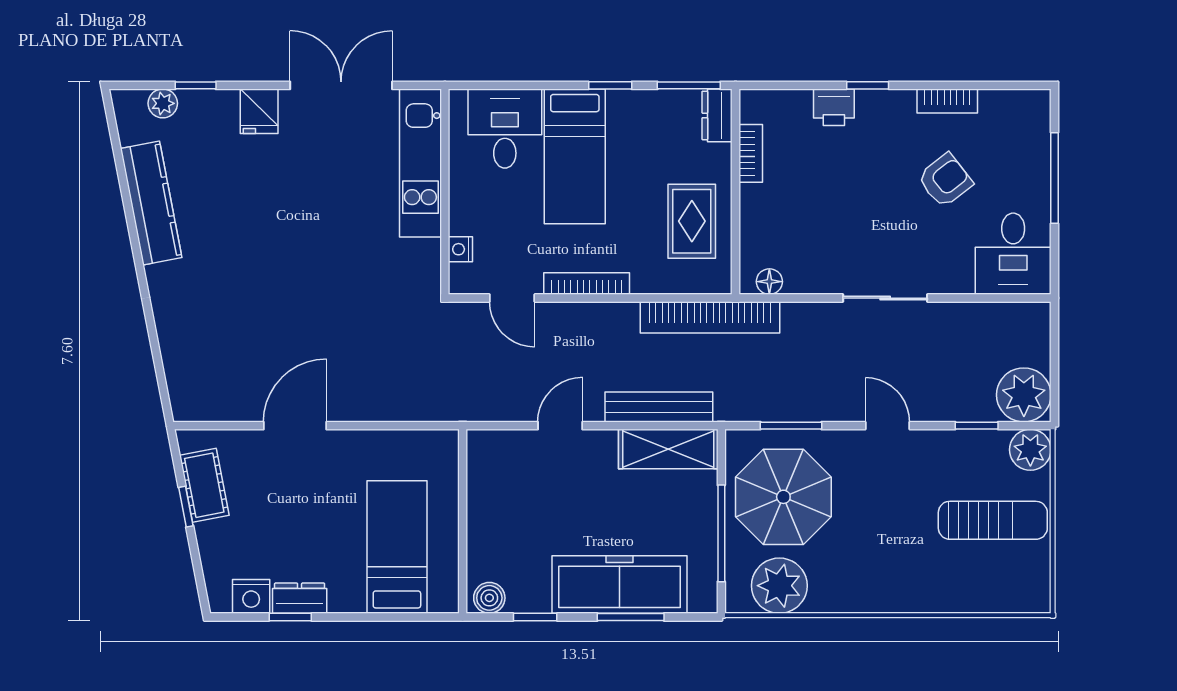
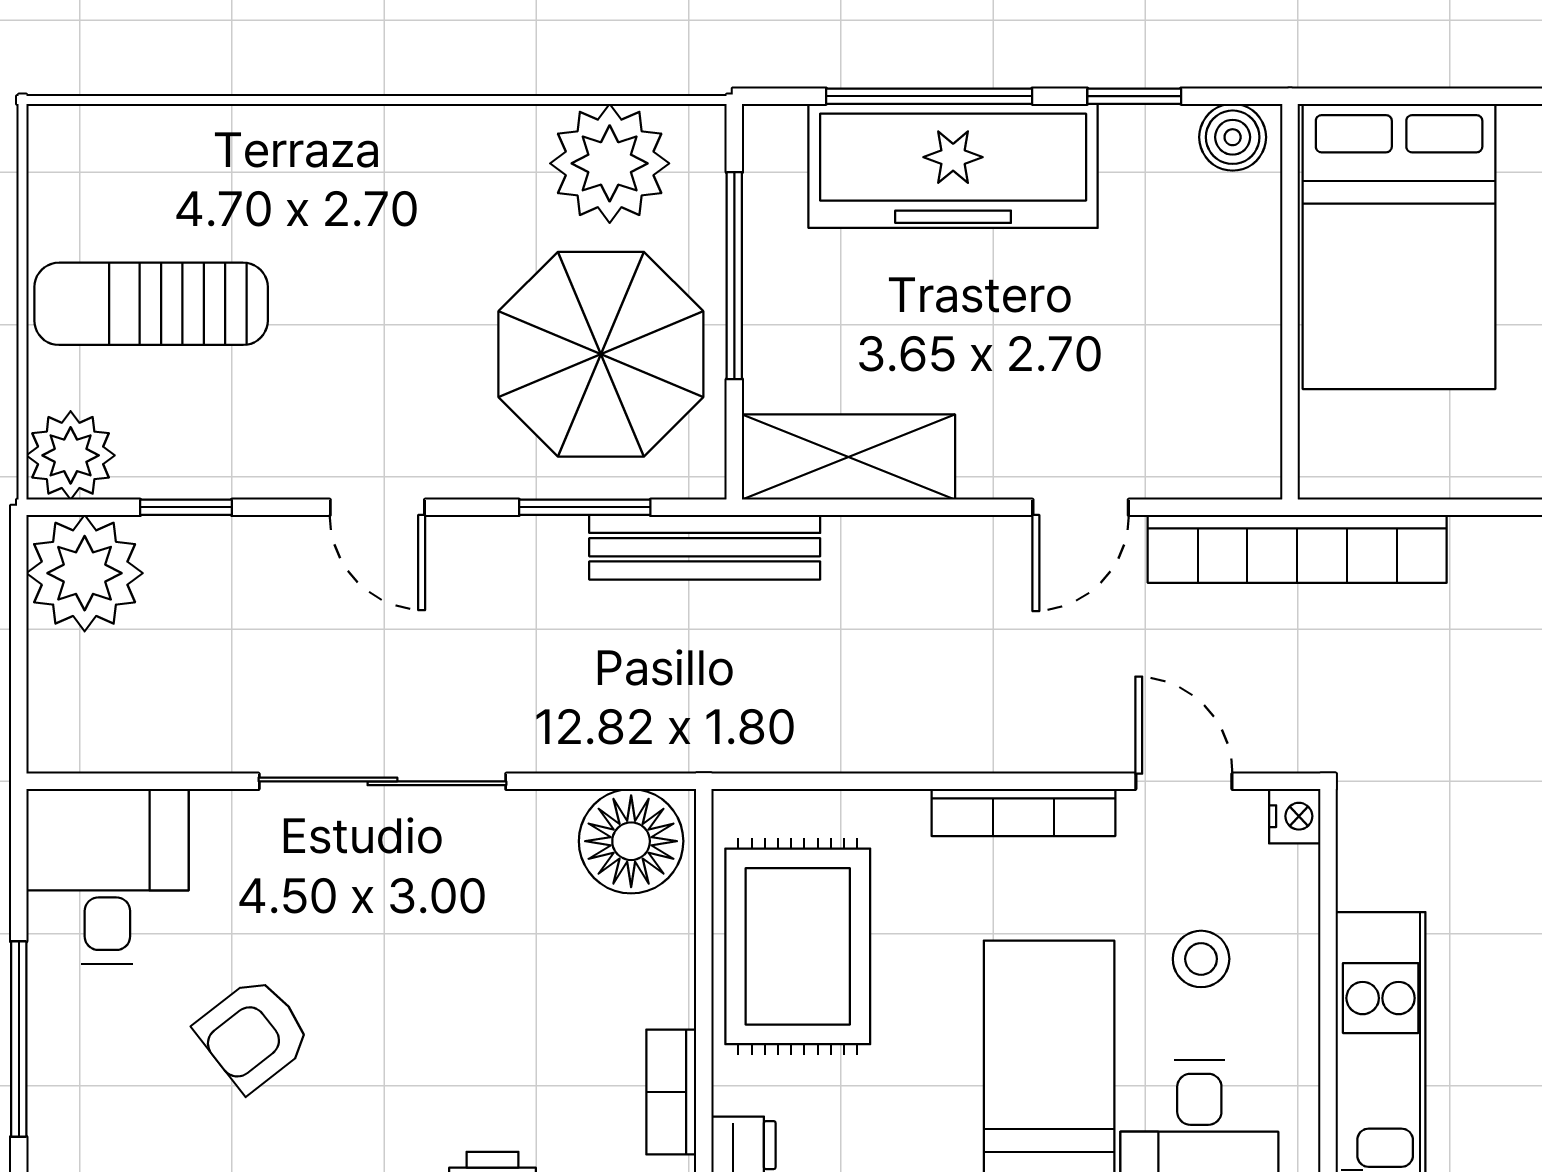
stool: (504, 215) -> (1201, 959), added
rug: (692, 221) -> (798, 946), width x1.36, depth x1.43
nightstand: (460, 249) -> (1295, 816), moved
floor lamp: (769, 282) -> (631, 841), width x1.89, depth x1.89
sliding door: (885, 298) -> (382, 781), width x1.37
bookcase: (710, 317) -> (1297, 549), moved, turned 180
bench: (659, 407) -> (705, 547), moved
bed: (397, 547) -> (1399, 246), width x1.50
window: (631, 617) -> (929, 96), width x1.44

